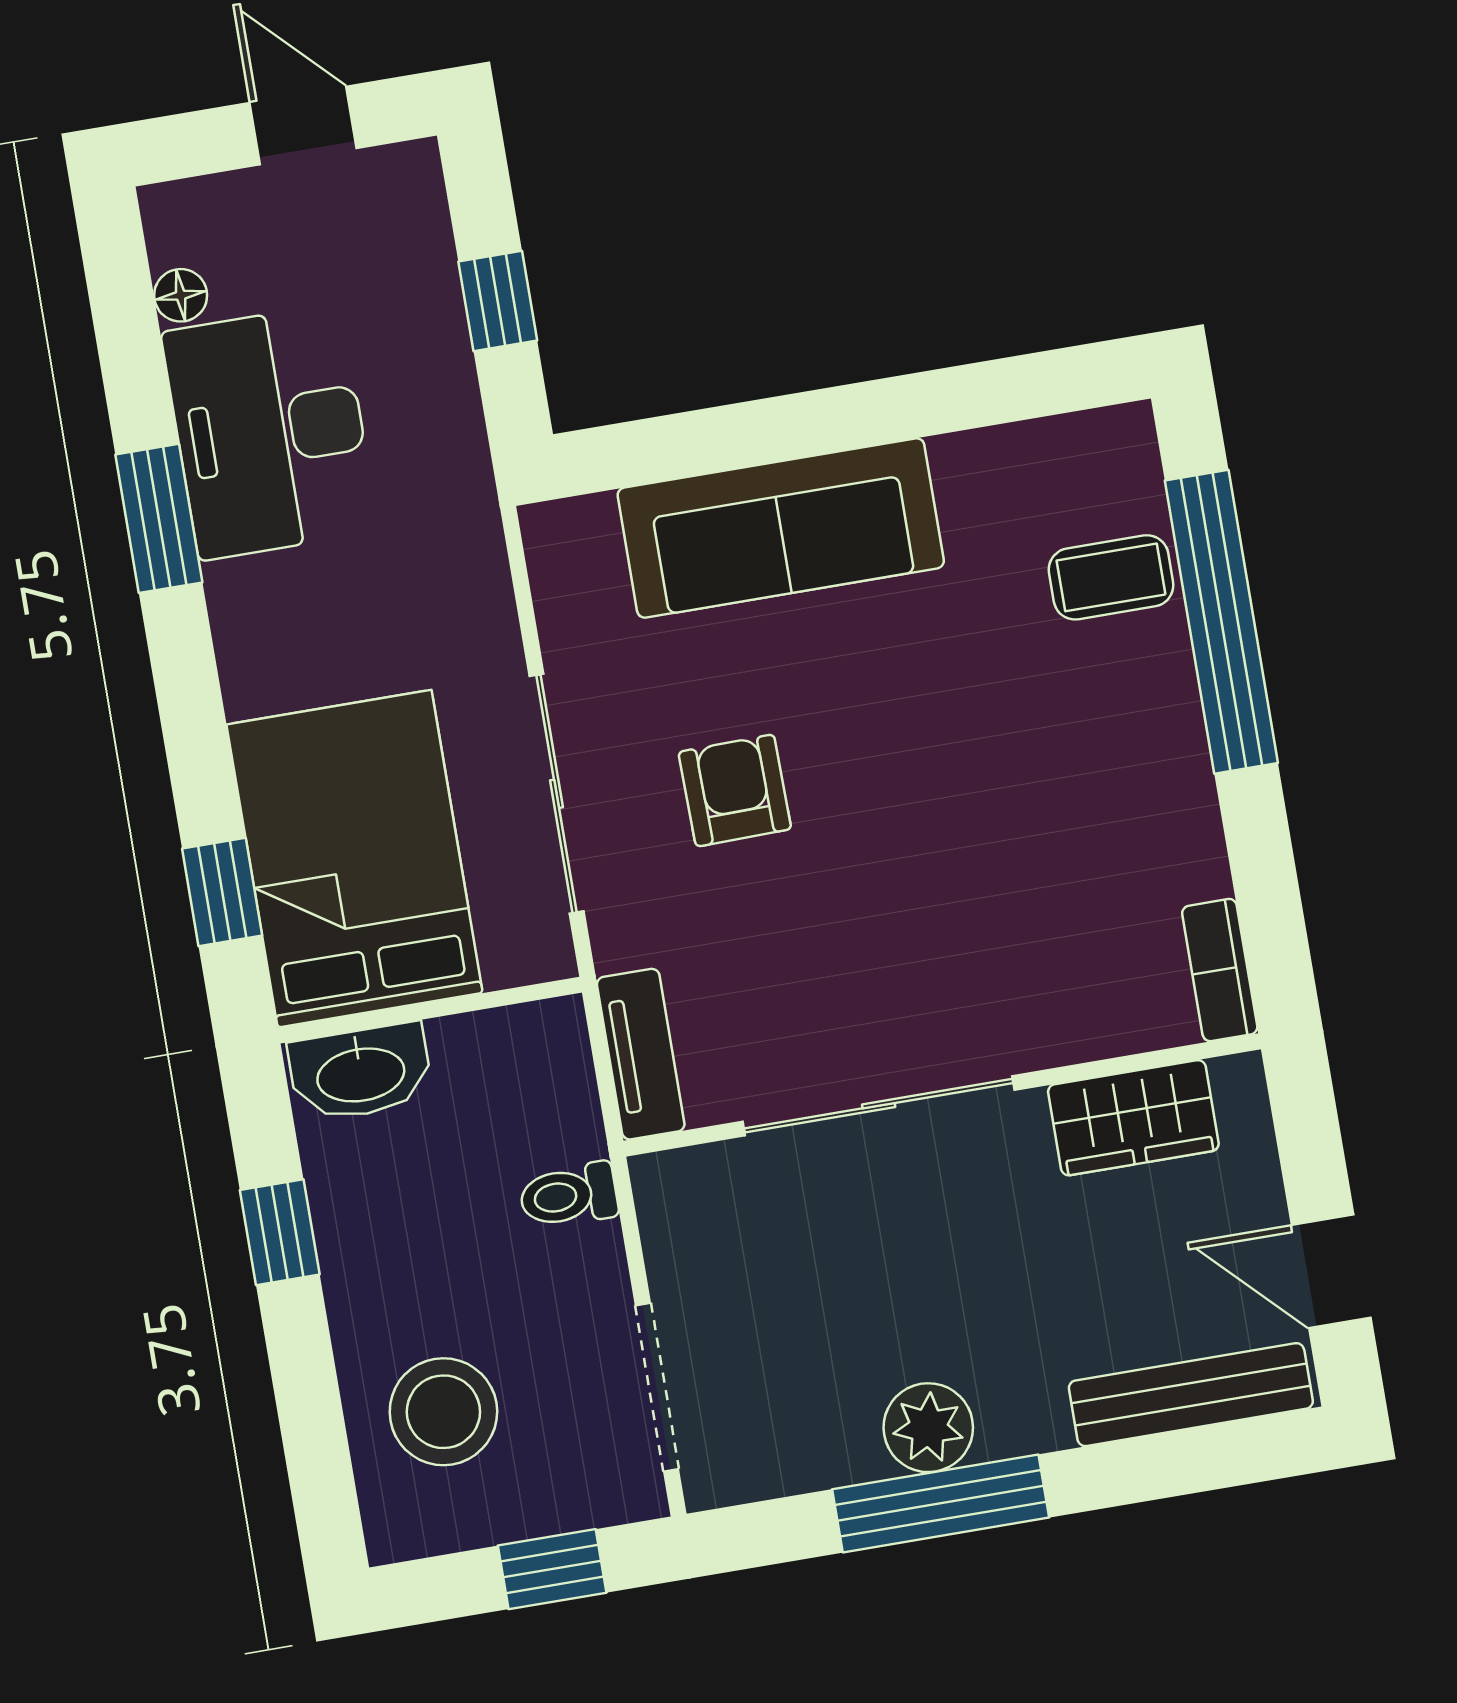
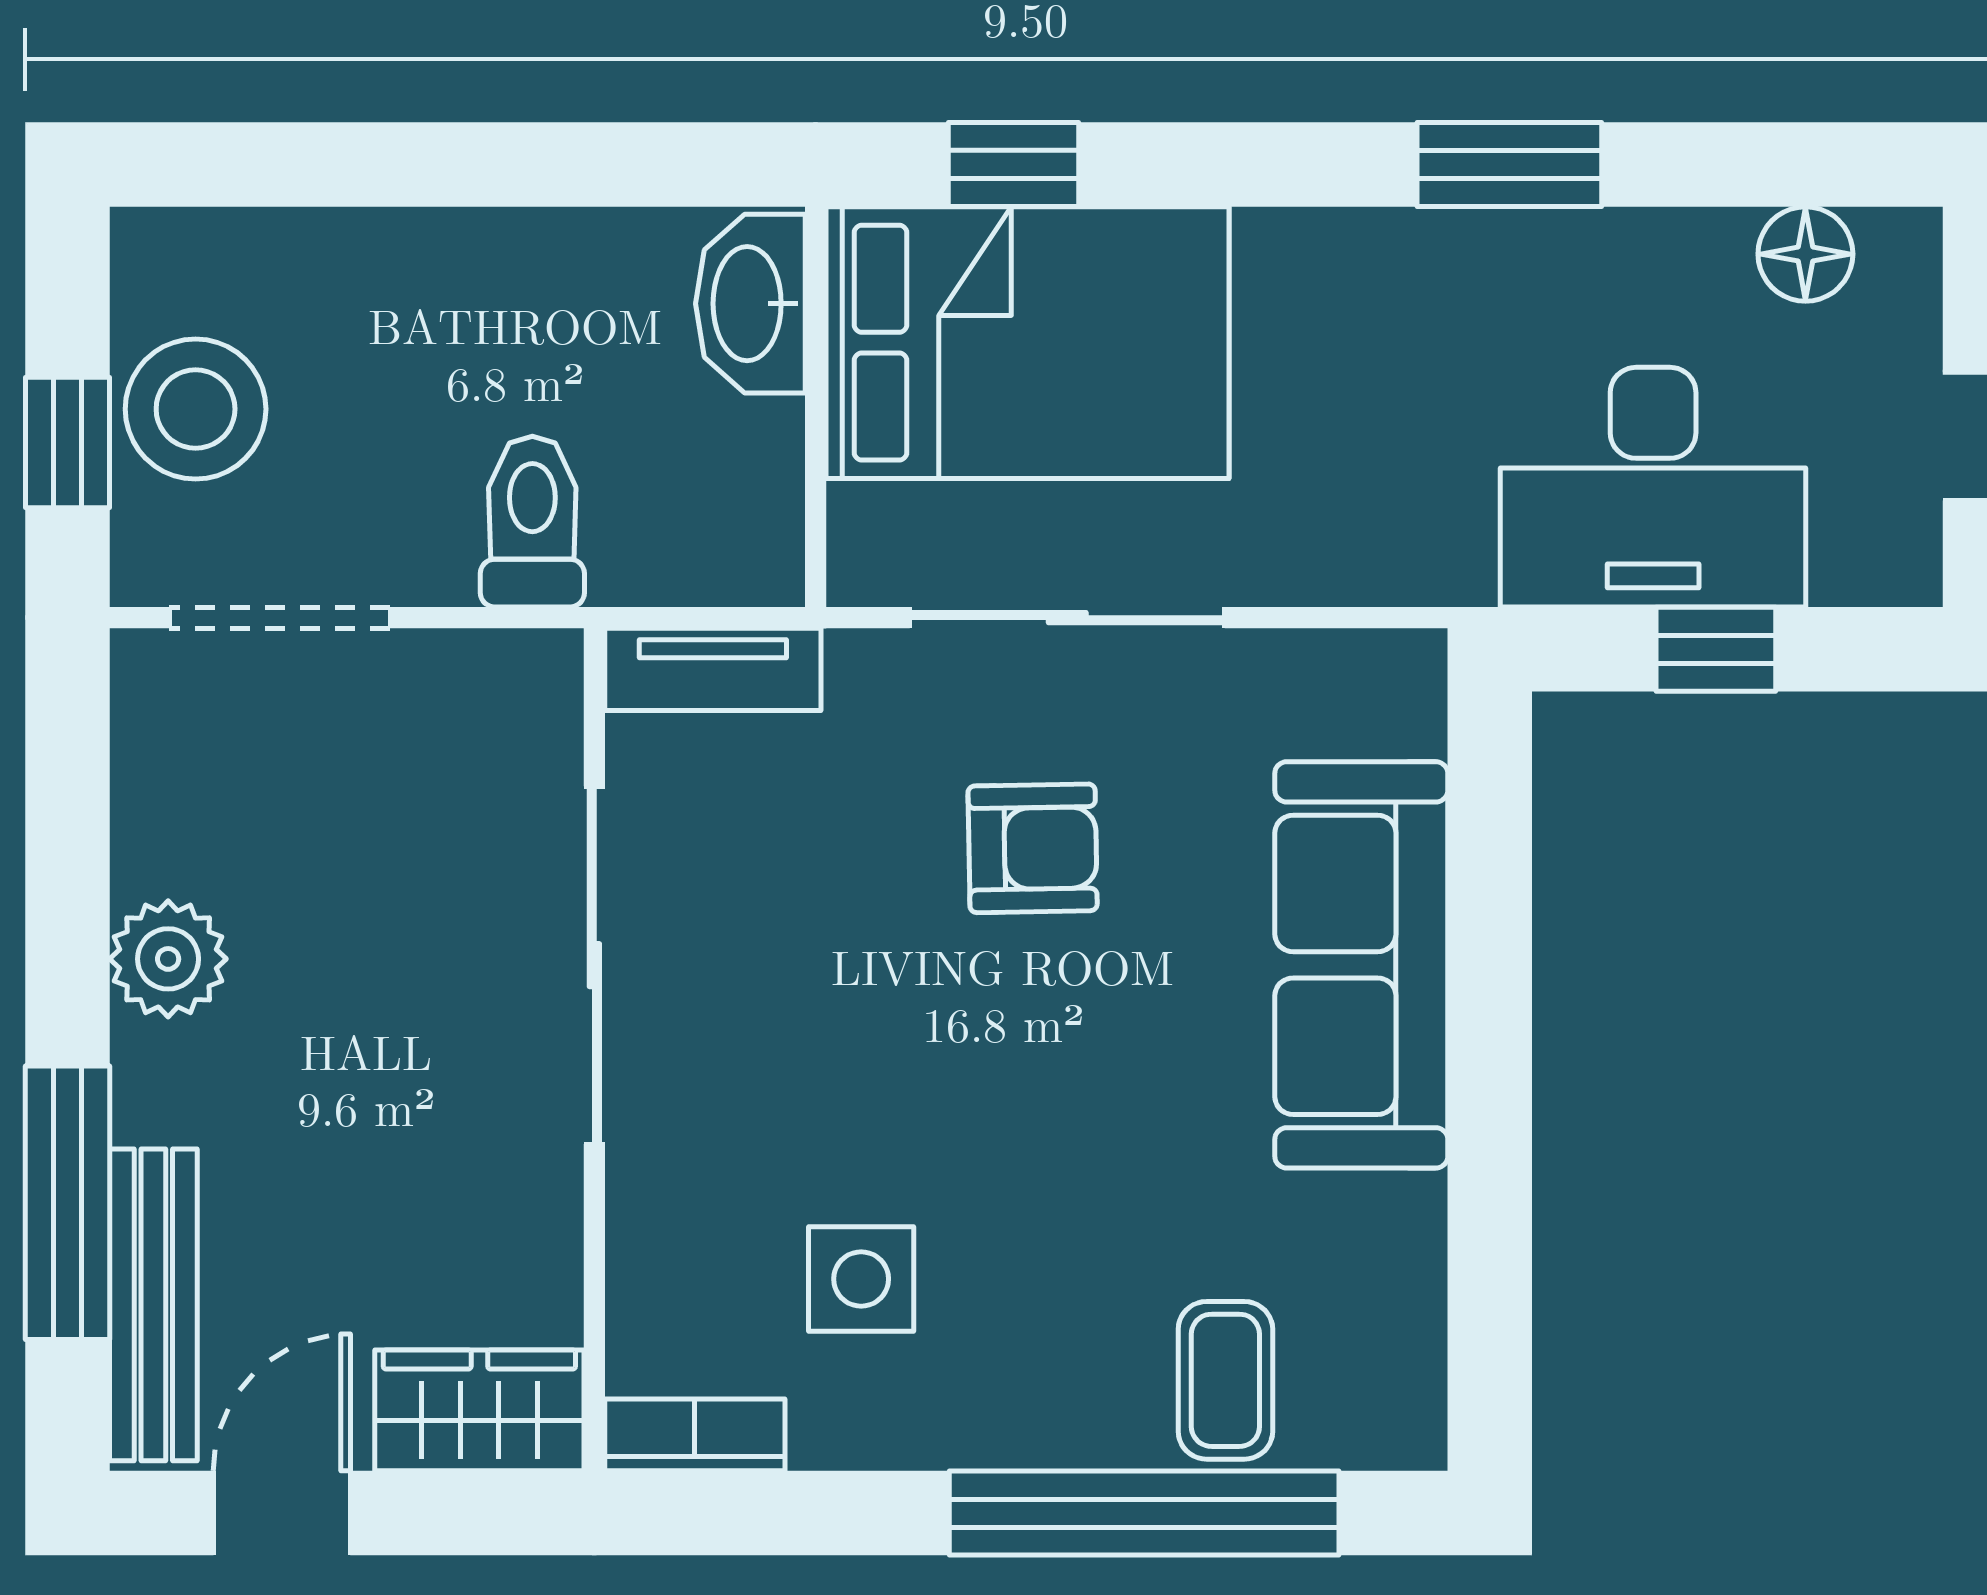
floor lamp: (181, 295) -> (1805, 254), width x1.37, depth x1.37
desk: (270, 432) -> (1653, 487), moved, turned 180
side table: (1081, 865) -> (861, 1279), added
wardrobe: (1133, 1118) -> (479, 1410), moved, turned 90
toilet: (569, 1195) -> (532, 522), width x1.37, depth x1.39
window: (280, 1232) -> (562, 165), removed
stool: (443, 1412) -> (196, 409), moved
window: (941, 1503) -> (68, 1203), moved

